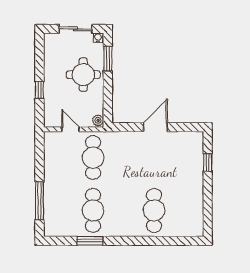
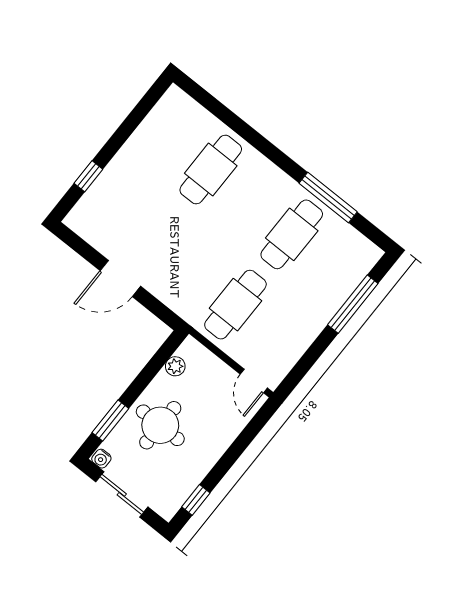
window: (39, 90) -> (196, 500), moved
plant: (98, 120) -> (175, 366), moved
door: (70, 129) -> (254, 381), moved
window: (90, 241) -> (328, 197), width x1.44

